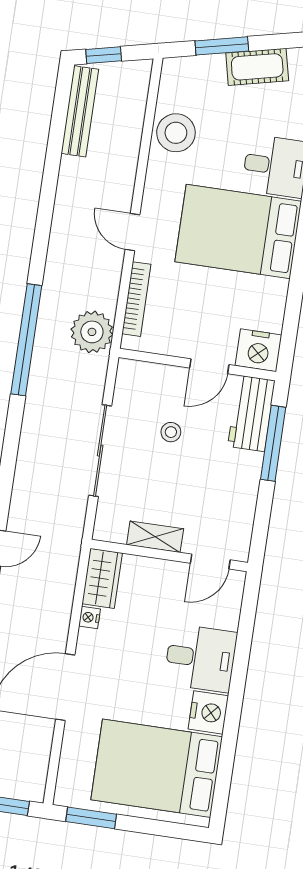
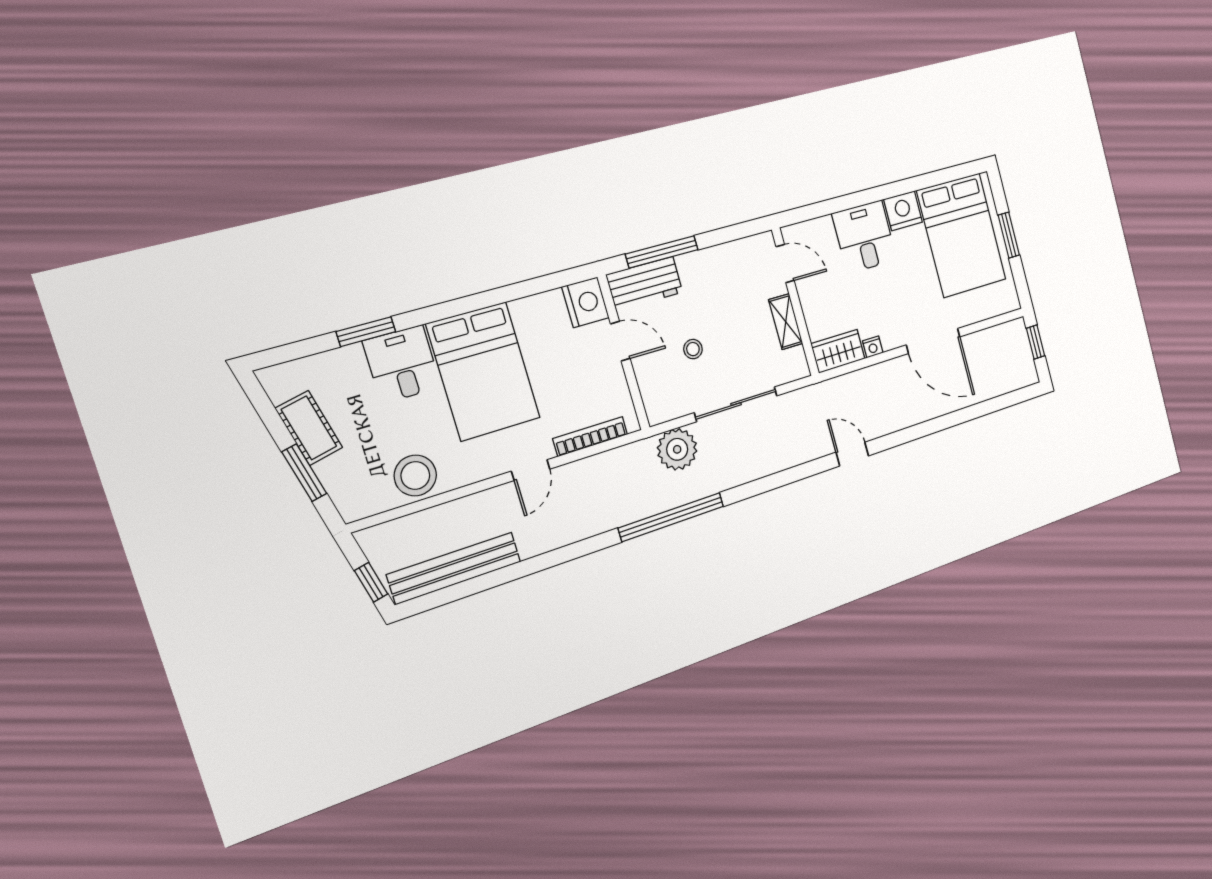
bench: (80, 111) -> (454, 568), width x1.37, depth x1.21
plant: (92, 332) -> (677, 449), moved
window: (91, 818) -> (1009, 235), moved

